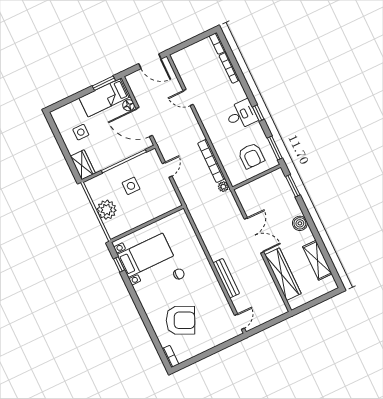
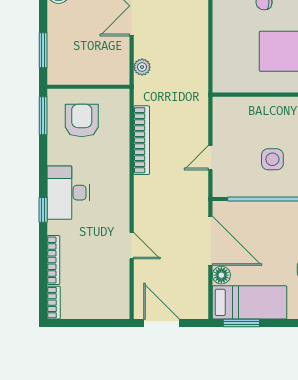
window: (258, 113) -> (43, 210), moved
desk: (241, 115) -> (68, 193), width x1.37
plant: (223, 187) -> (142, 67), moved

